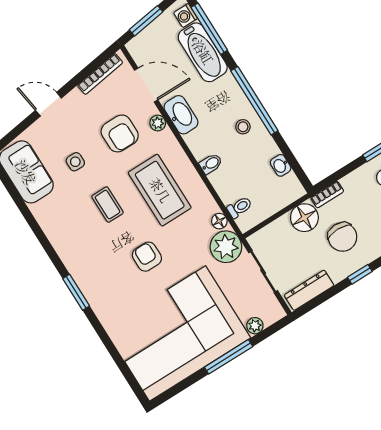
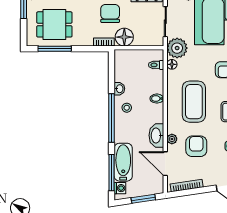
washbasin: (281, 165) -> (119, 89), moved

